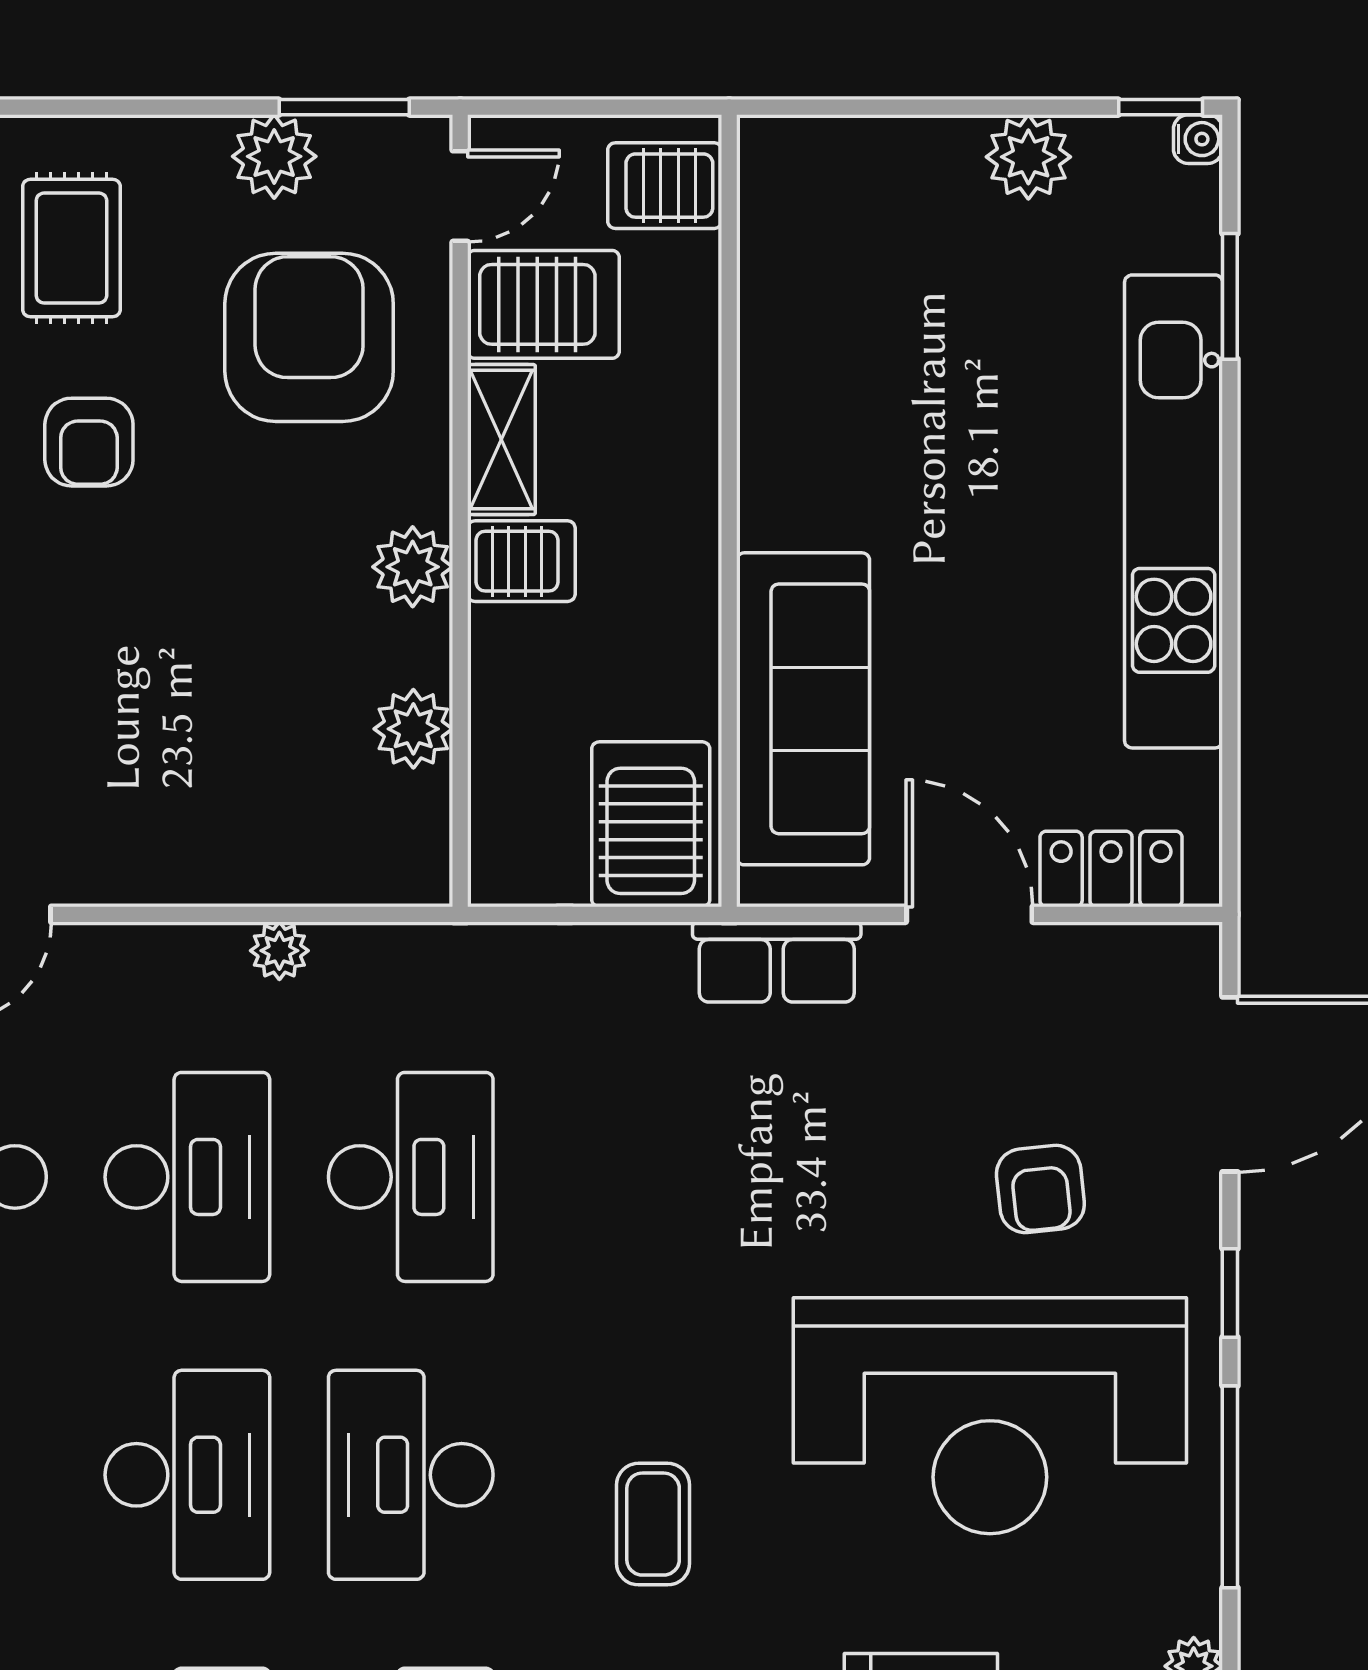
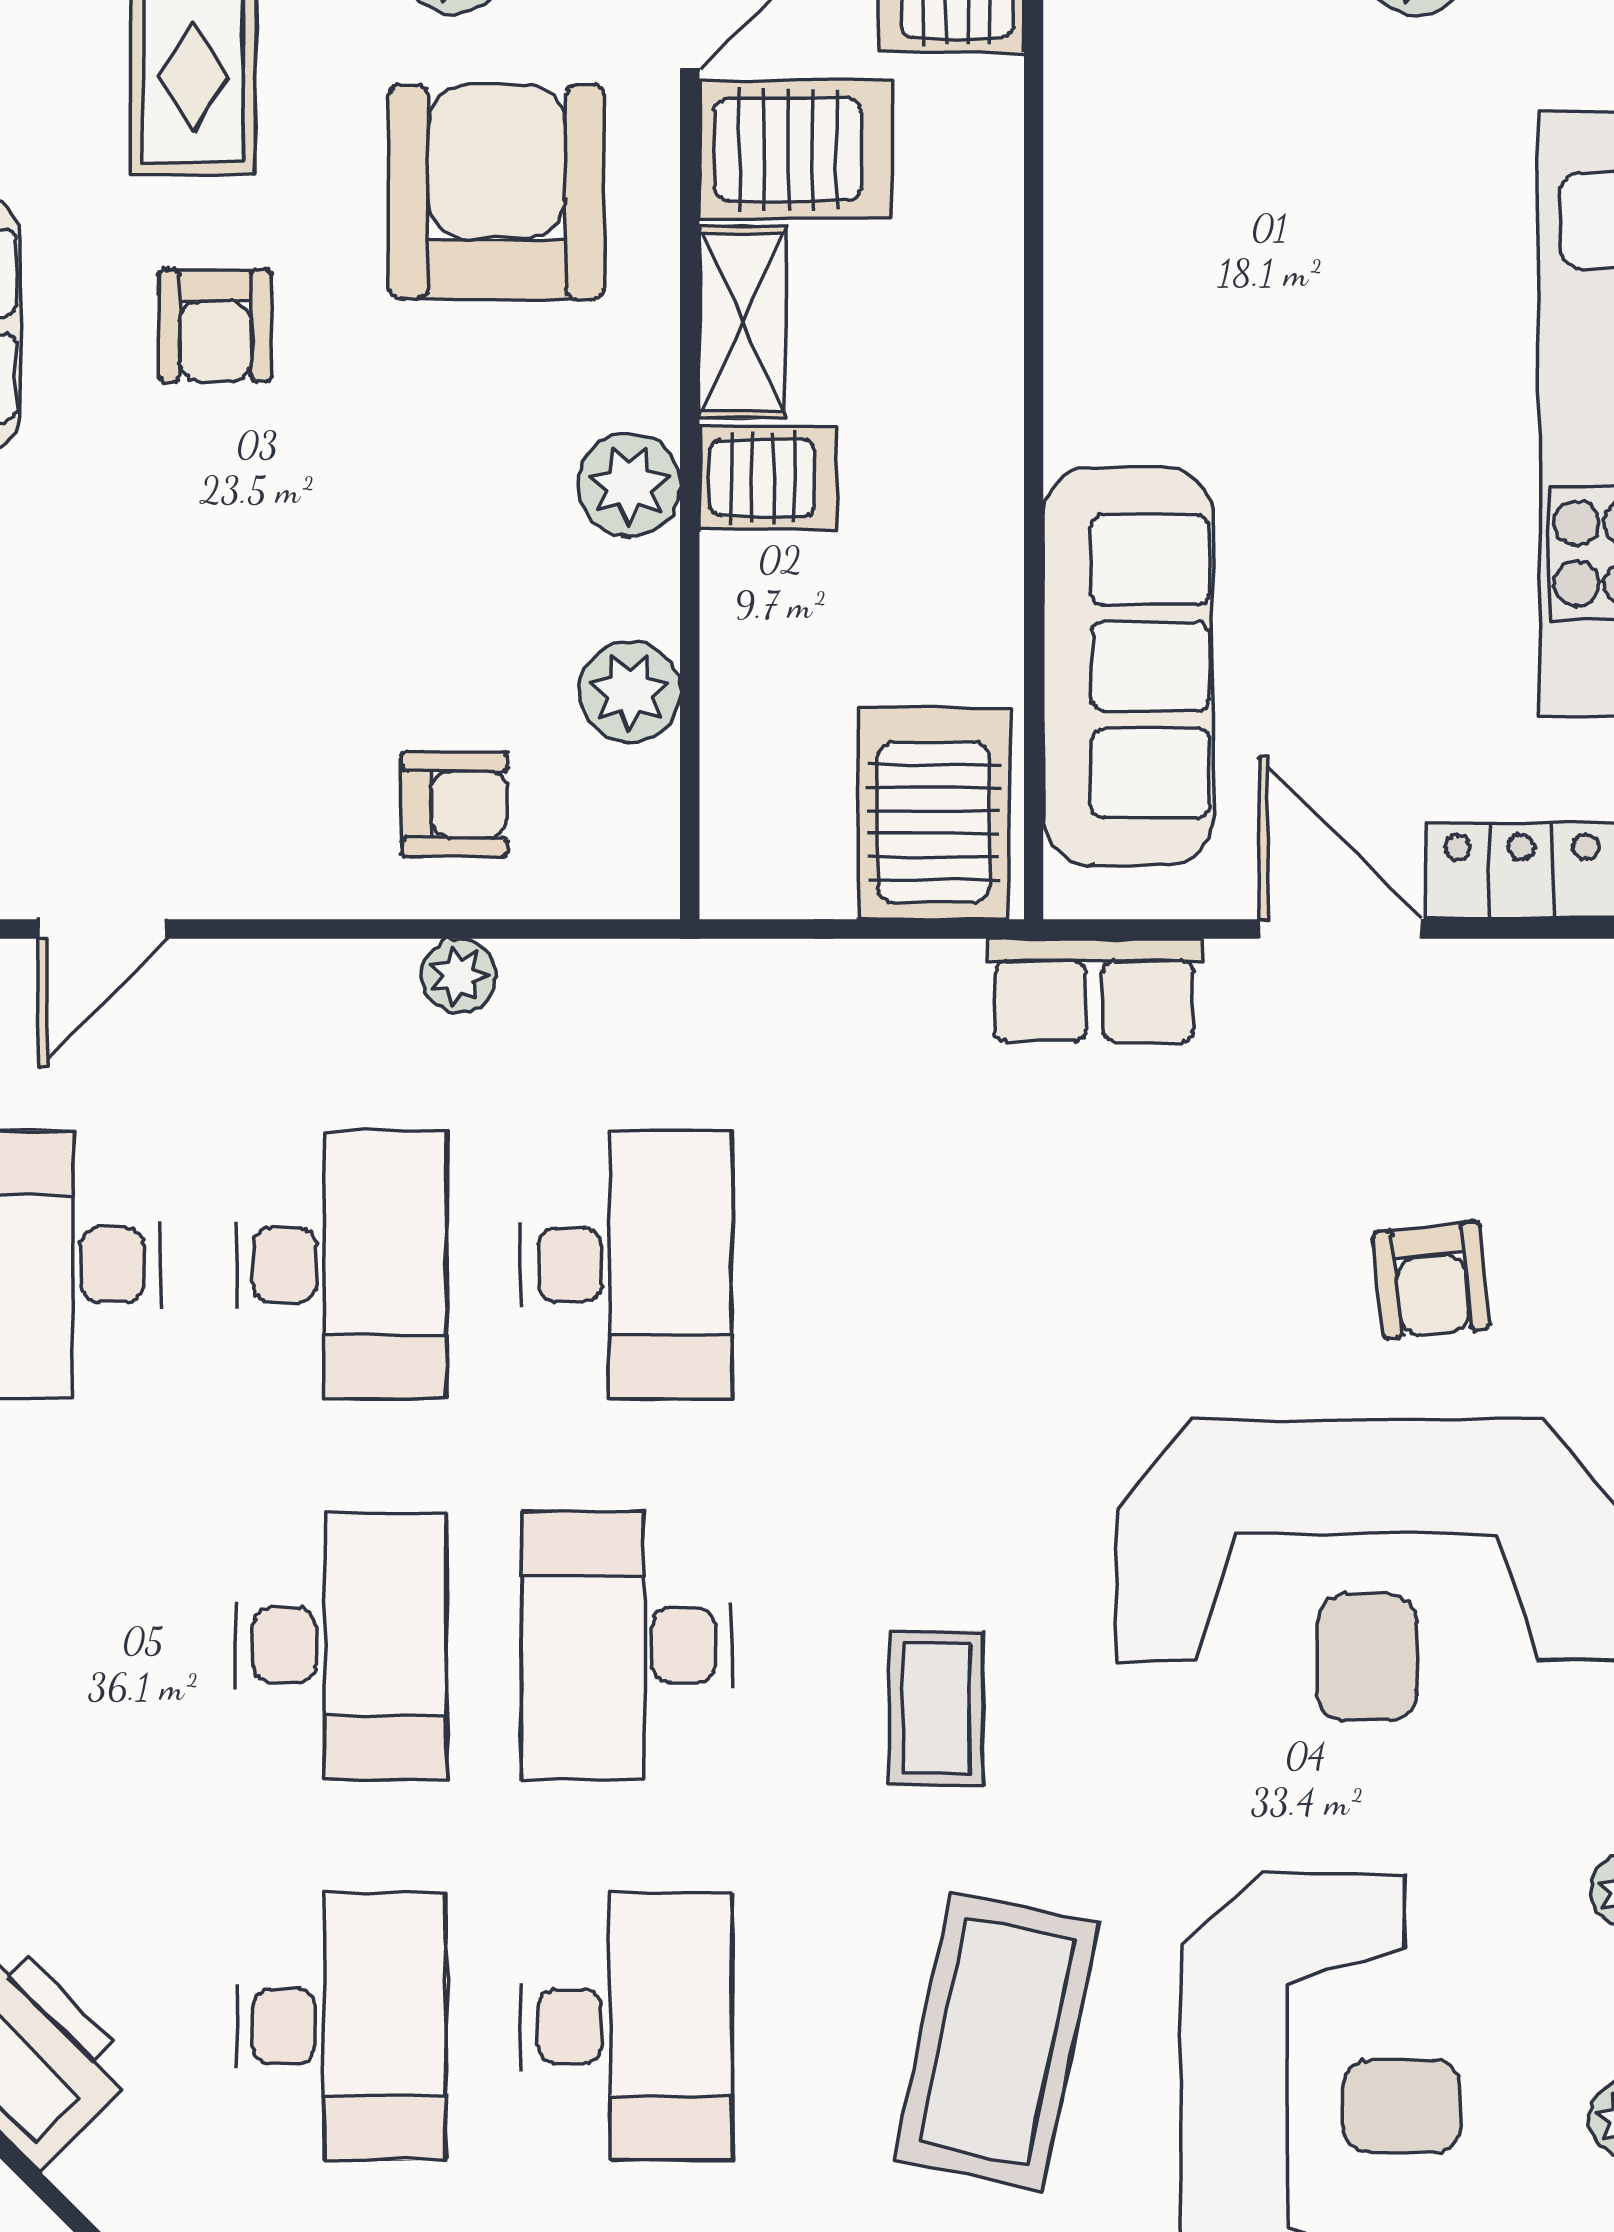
armchair: (276, 817) -> (455, 804), added

